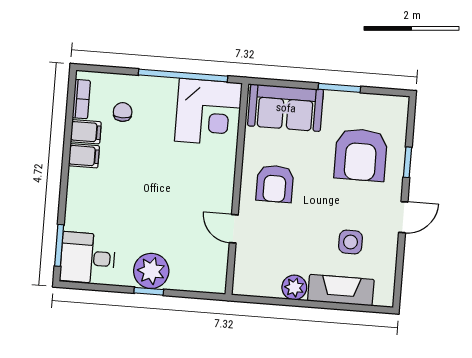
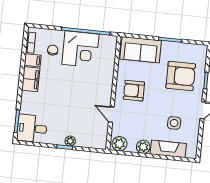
corner desk: (208, 112) -> (80, 49), moved
armchair: (361, 155) -> (181, 76), turned -90
filing cabinet: (84, 156) -> (31, 79), width x2.00
armchair: (275, 184) -> (134, 91), turned 90
plant: (151, 271) -> (70, 141), width x0.53, depth x0.53
plant: (250, 283) -> (119, 144), added

